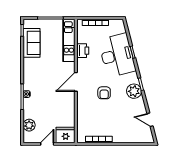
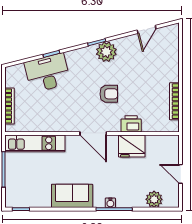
sofa: (32, 43) -> (72, 196), moved
printer: (83, 51) -> (131, 124), moved
desk: (117, 55) -> (47, 73), width x0.73, depth x0.77
fridge: (66, 135) -> (132, 146), moved, turned -90

